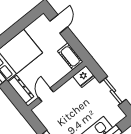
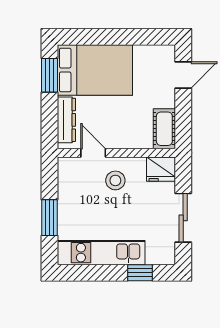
door: (46, 95) -> (93, 153), hinge flipped
stool: (67, 99) -> (115, 180), added

